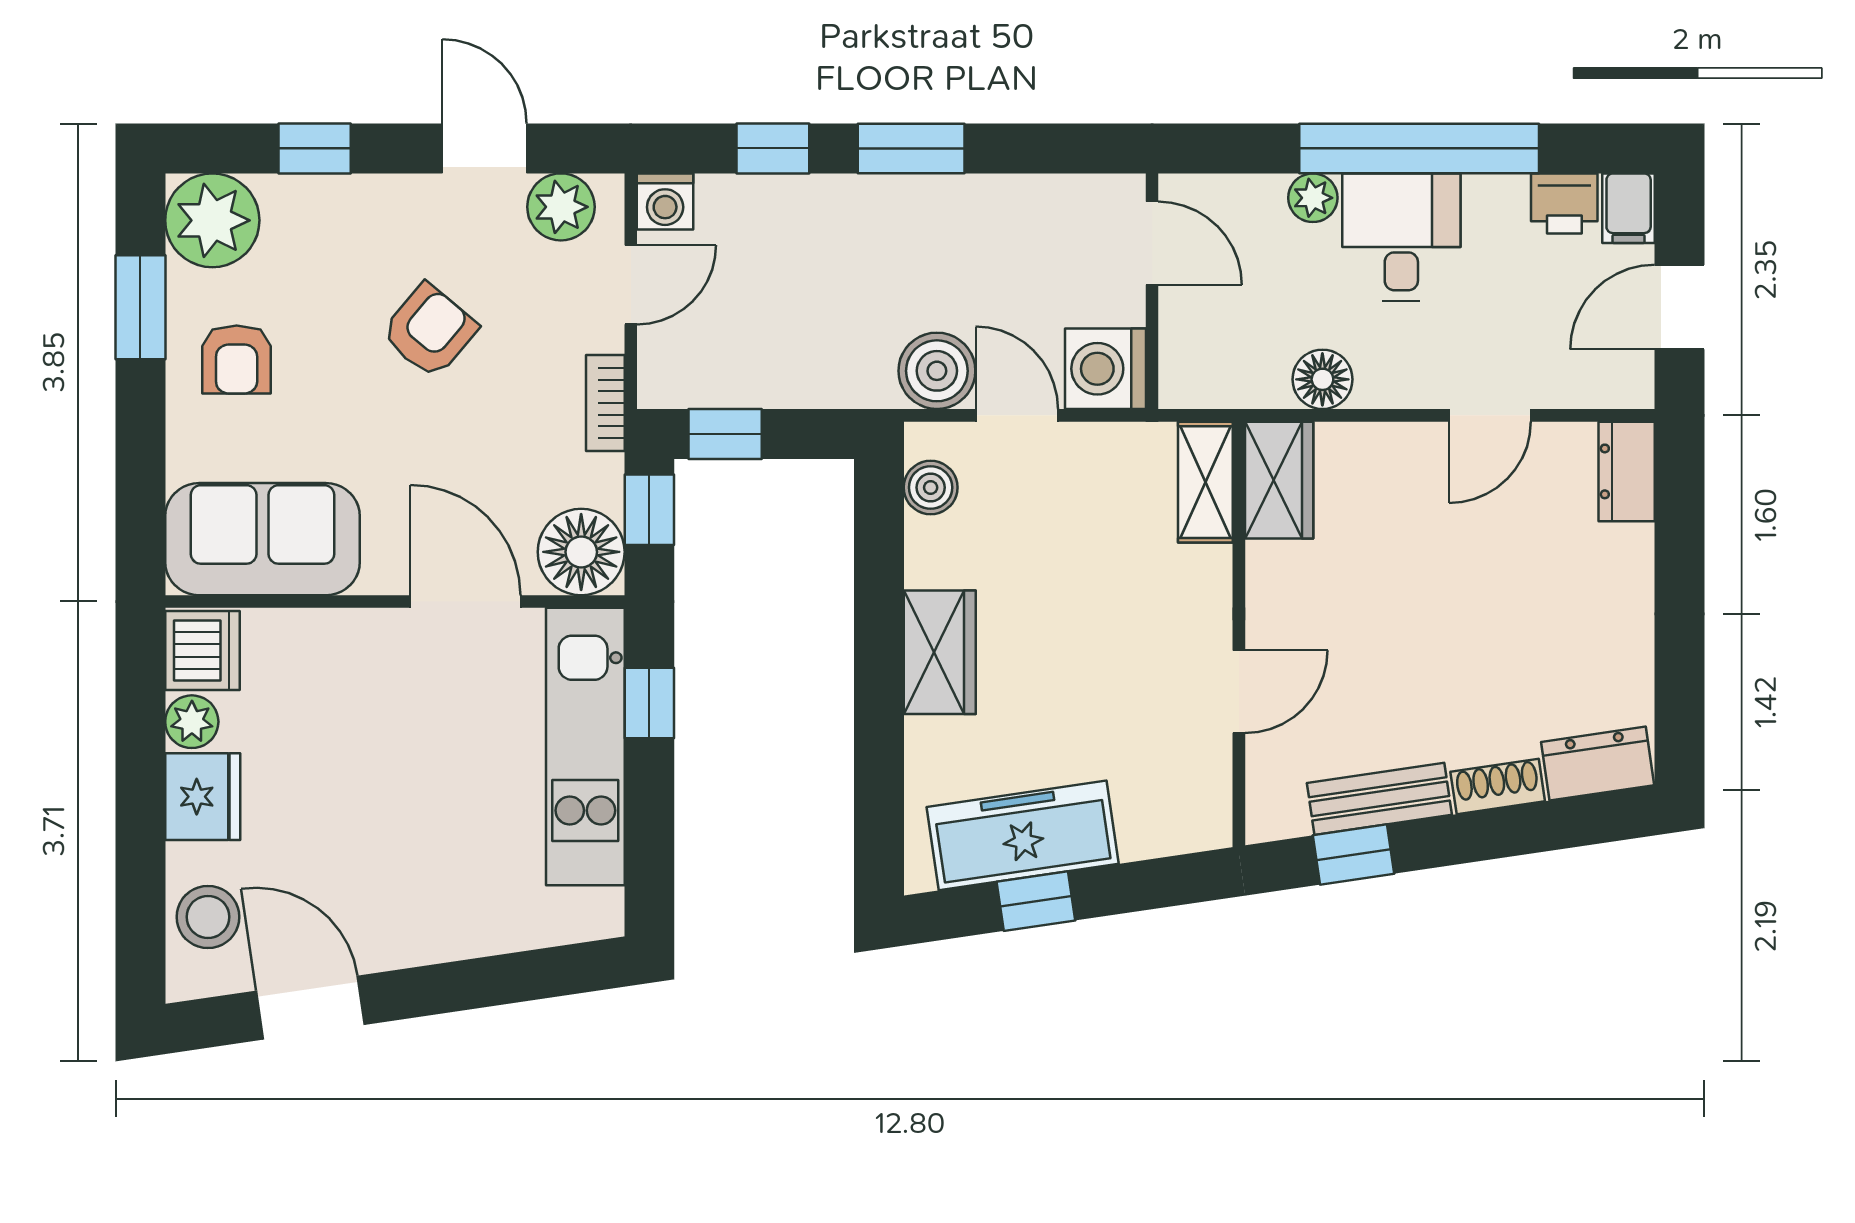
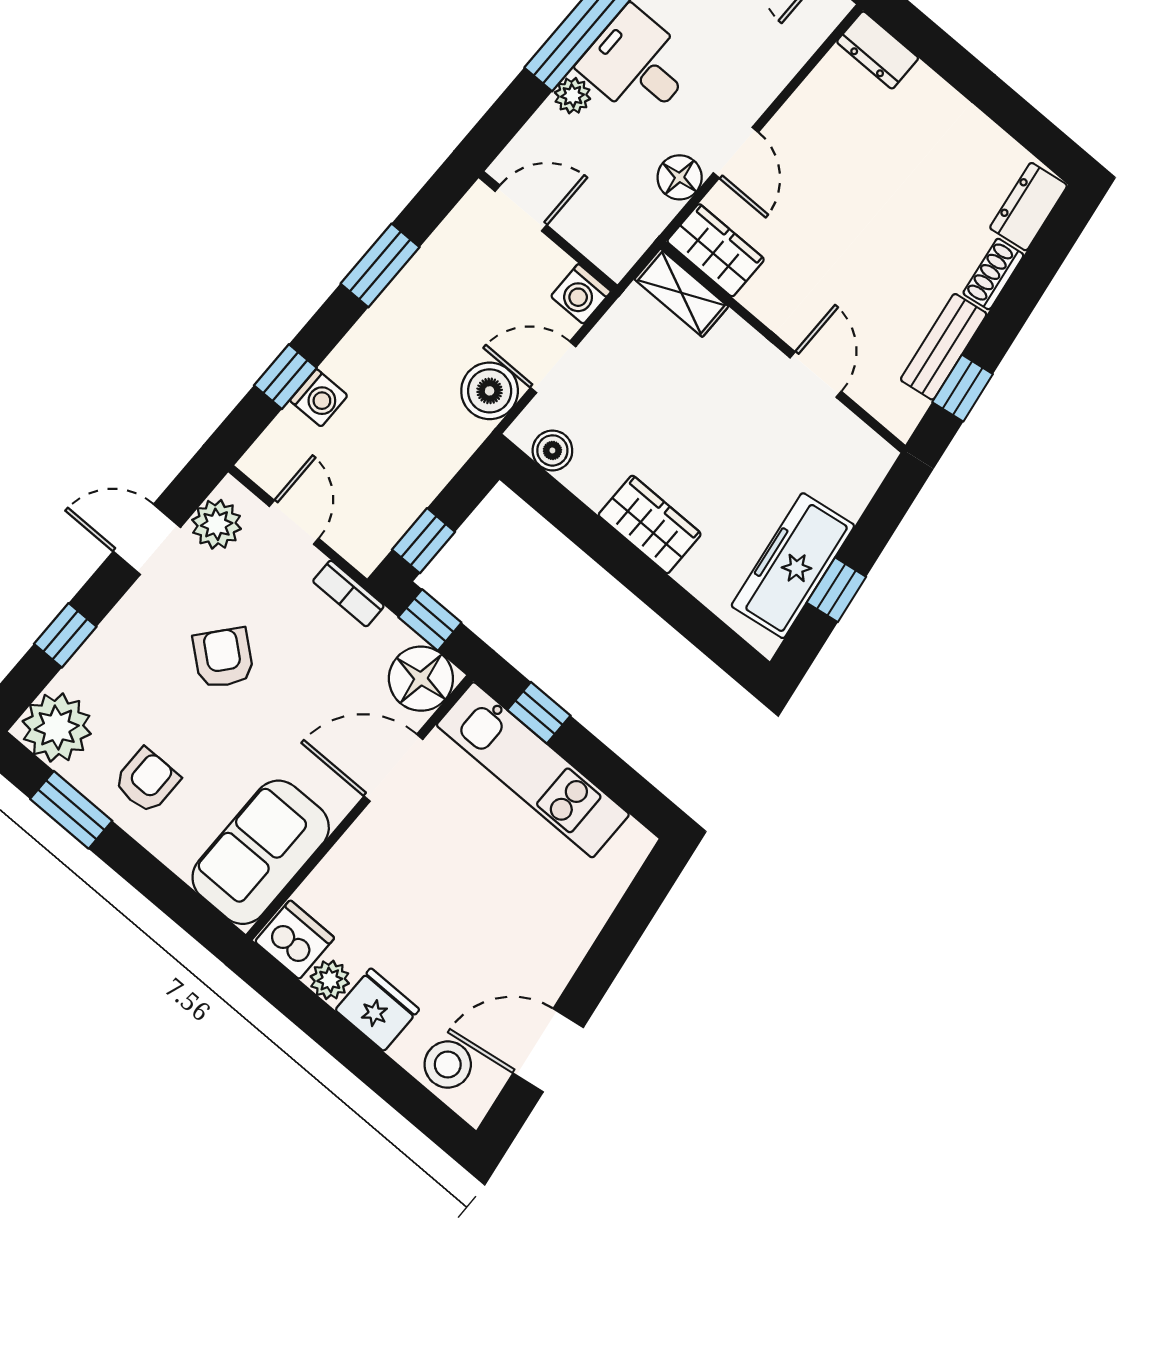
window: (911, 148) -> (380, 265), moved
washing machine: (665, 201) -> (319, 398), moved
armchair: (237, 359) -> (147, 781), turned -90
washing machine: (1105, 369) -> (581, 294), width x0.73, depth x0.73
door: (1490, 415) -> (736, 153), moved

